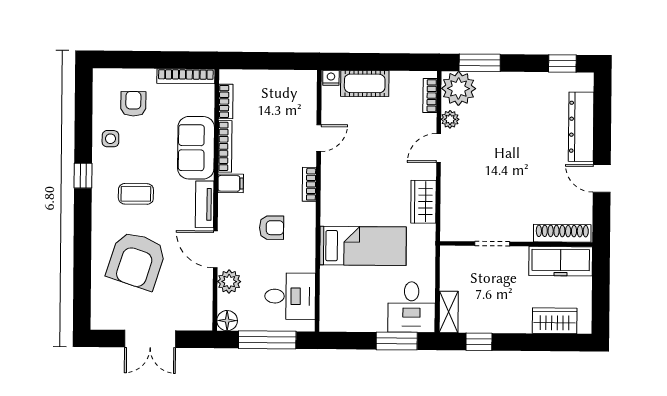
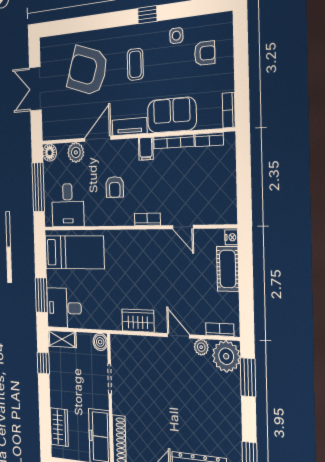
bookcase: (186, 76) -> (229, 110), width x0.64
bed: (363, 246) -> (74, 252), moved, turned -90
boiler: (450, 256) -> (100, 342), added

